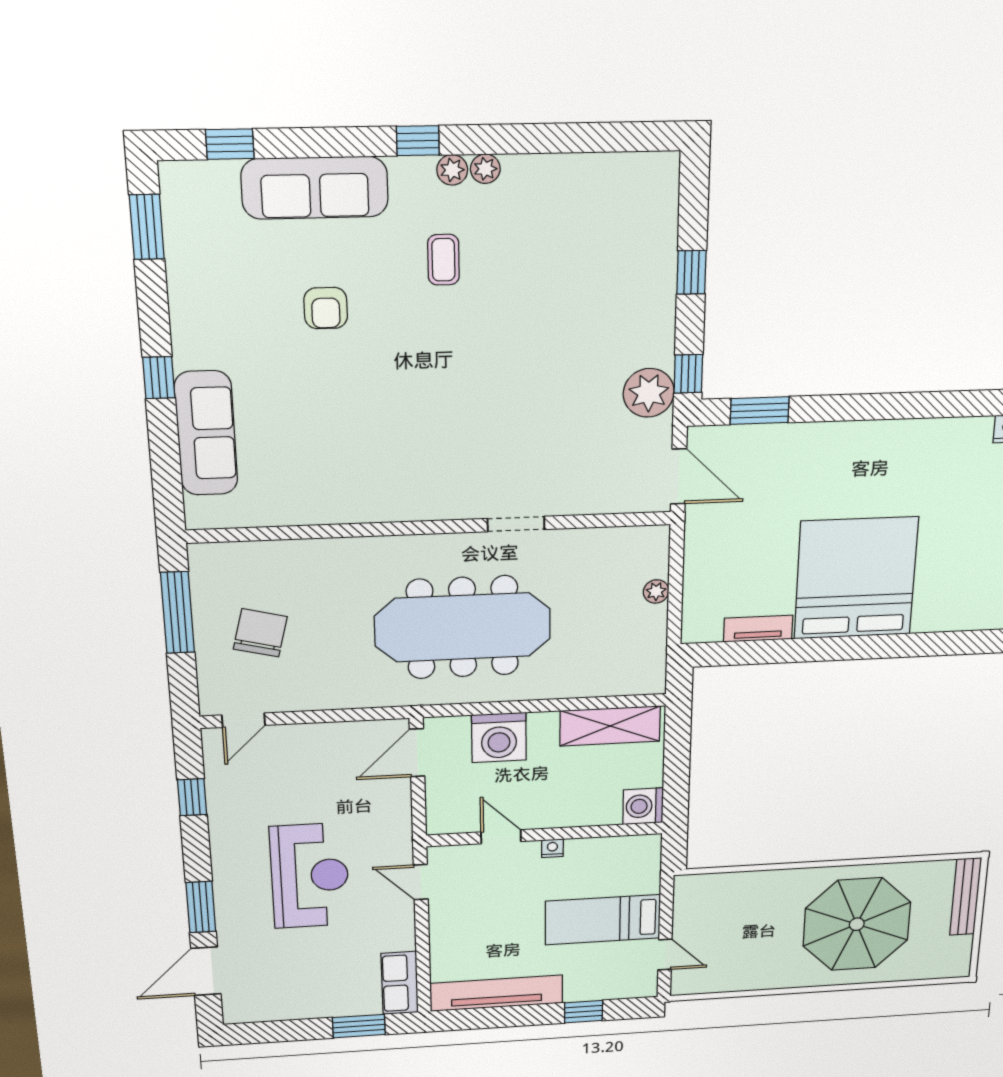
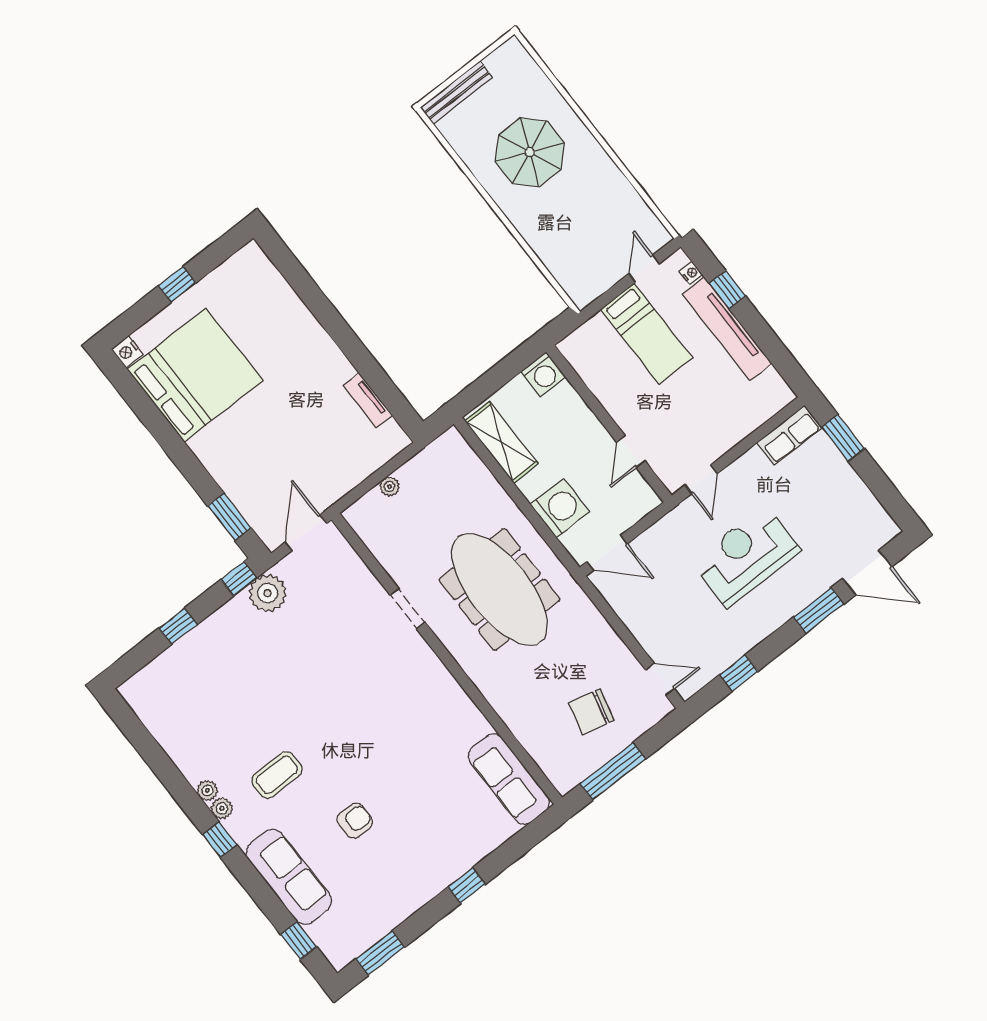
coffee table: (443, 260) -> (277, 775), width x1.36, depth x1.30
sofa: (206, 433) -> (509, 779), moved, turned -90
bed: (856, 578) -> (195, 375), moved, turned 180
nightstand: (552, 848) -> (691, 273), moved, turned 180
parasol: (857, 924) -> (530, 152), width x0.73, depth x0.73
tv unit: (497, 993) -> (727, 329), moved

